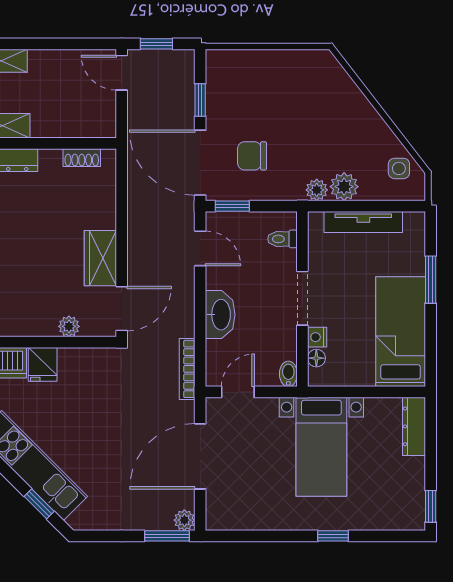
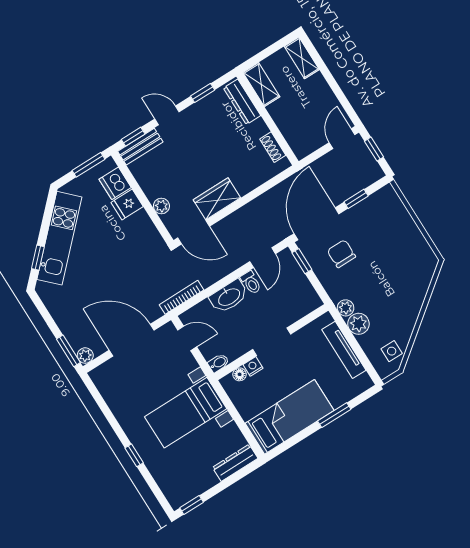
toilet: (282, 239) -> (251, 283), moved, turned 180

